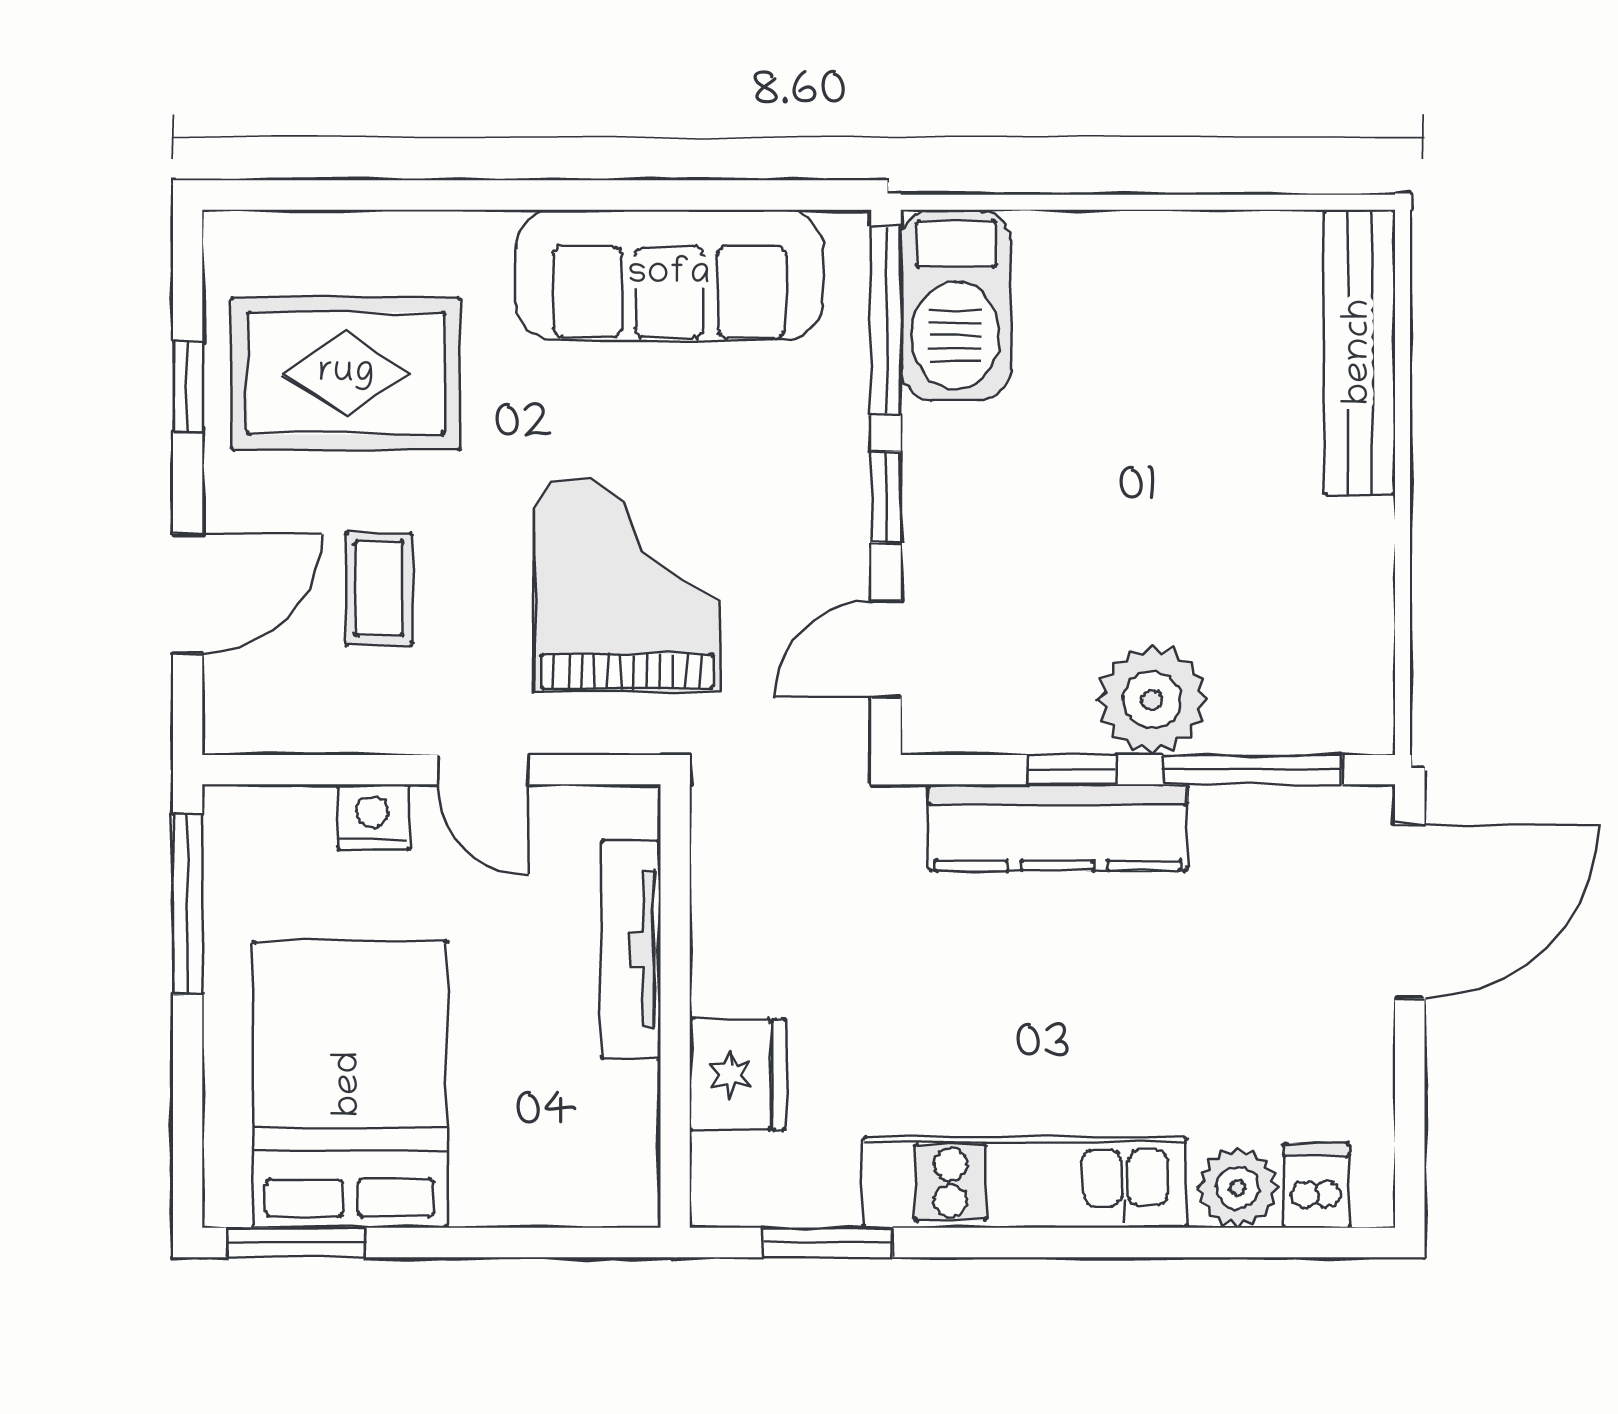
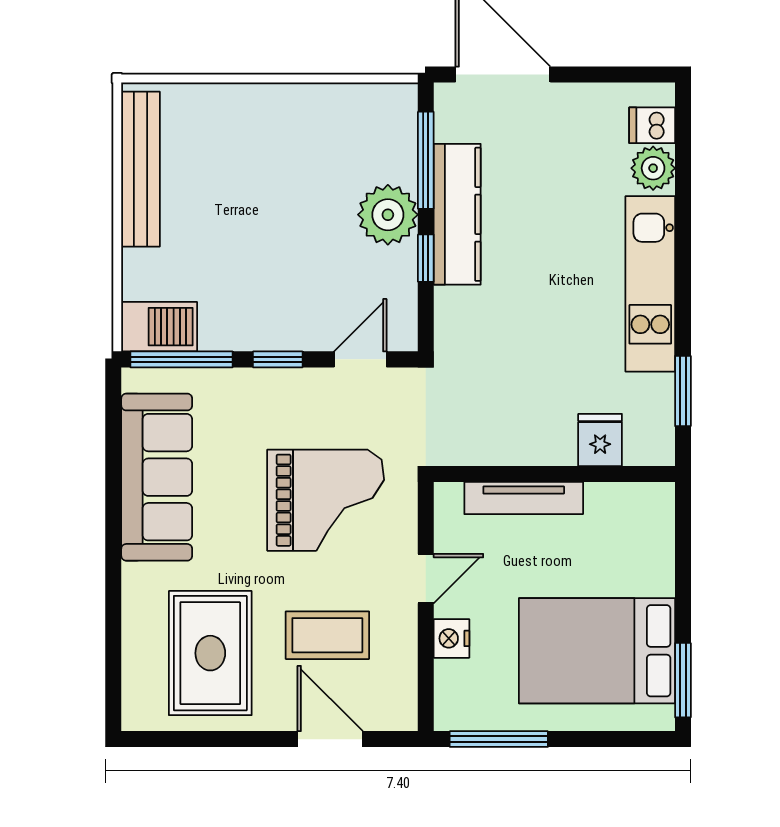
barbecue: (956, 305) -> (159, 327), width x0.73, depth x0.83
bench: (1360, 352) -> (141, 169), moved, turned 90
window: (188, 386) -> (217, 739), removed
grand piano: (627, 585) -> (326, 500), turned 180
coffee table: (379, 589) -> (327, 635), width x1.36, depth x1.30
door: (886, 649) -> (360, 359), swing flipped
kitchen counter: (1058, 827) -> (457, 214), moved
fridge: (738, 1075) -> (600, 440), width x0.72

